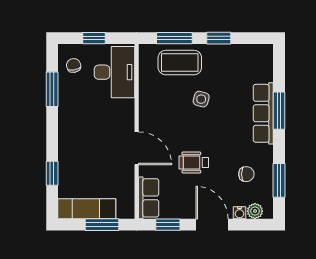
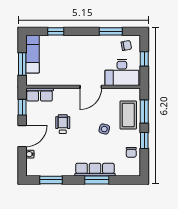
door: (137, 148) -> (91, 87), moved
chair: (246, 174) -> (131, 152), moved
plant: (255, 211) -> (31, 164), removed

